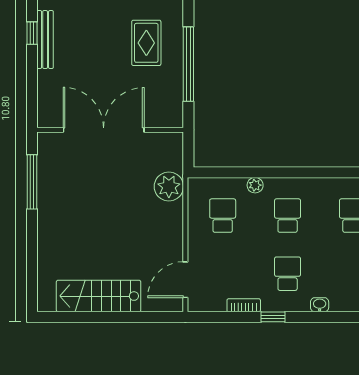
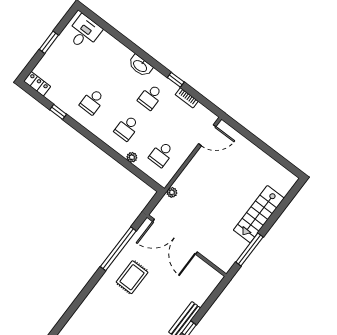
double door: (104, 130) -> (175, 237), moved
plant: (169, 187) -> (172, 192), width x0.53, depth x0.53
stairs: (99, 296) -> (259, 214), moved, turned 90
washbasin: (320, 305) -> (140, 66), width x1.91, depth x1.45

